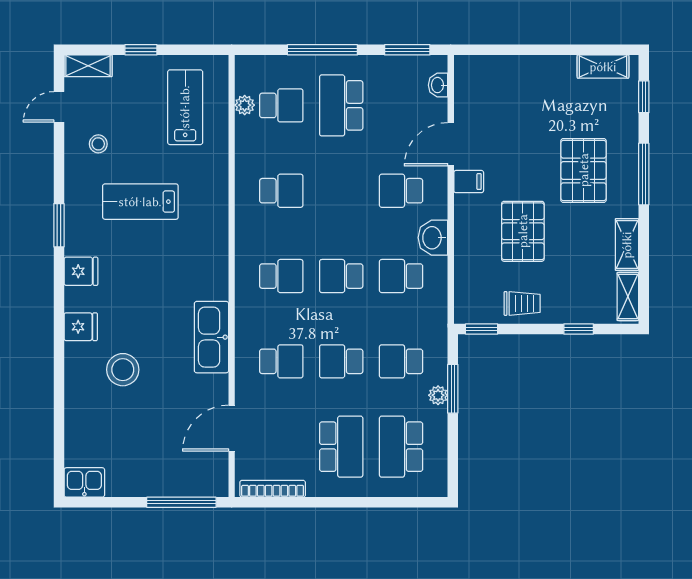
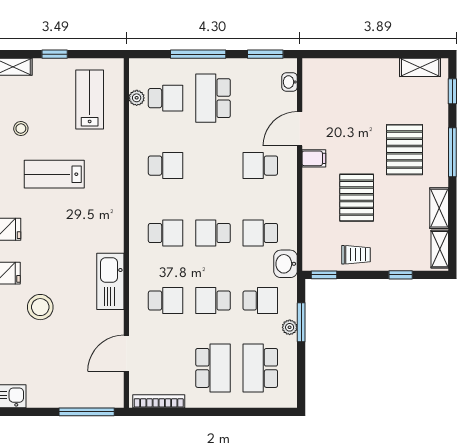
washbasin: (433, 238) -> (285, 264), moved
school desk: (401, 361) -> (260, 300), turned 180

